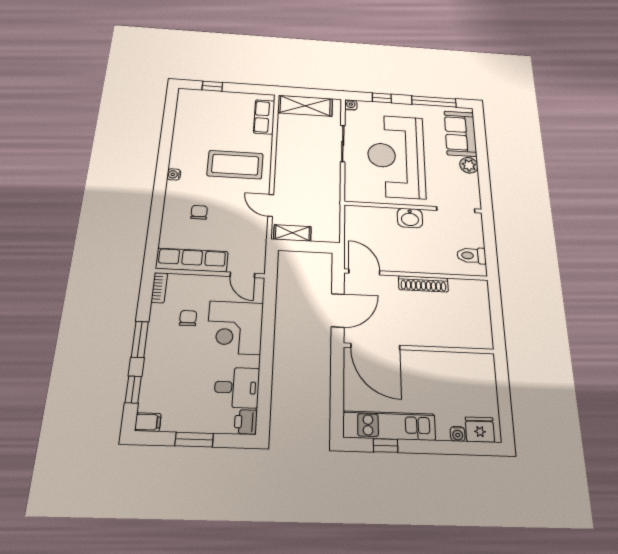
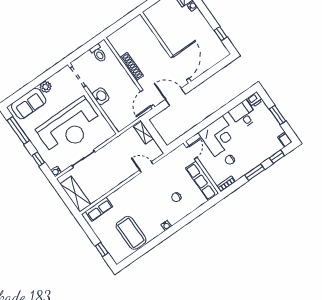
coffee table: (235, 165) -> (131, 233), moved
door: (271, 205) -> (146, 167), swing flipped
shelving: (292, 233) -> (143, 133), moved
kitchen unit: (389, 426) -> (211, 38), removed

